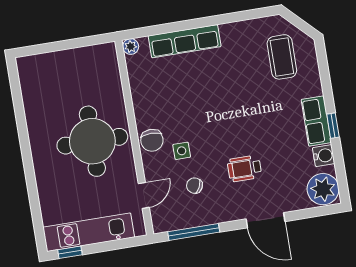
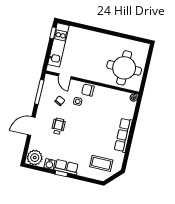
row of seats: (185, 41) -> (123, 135), moved
round table: (92, 141) -> (124, 68), moved

